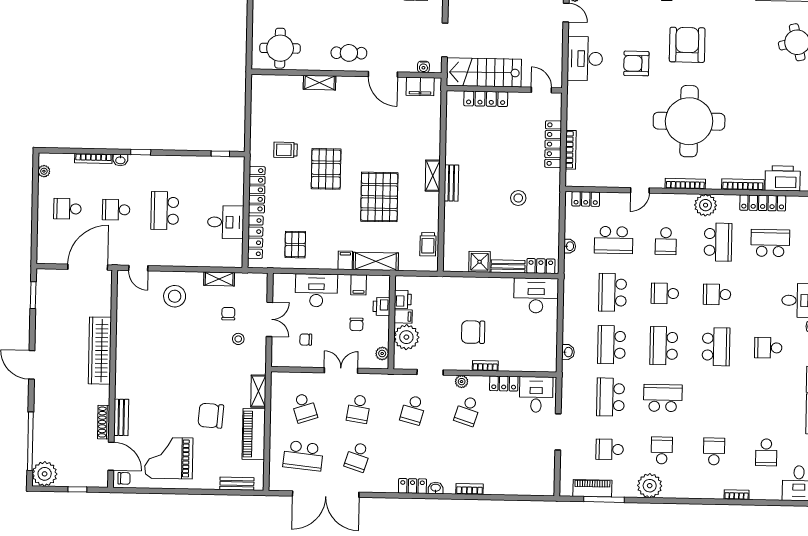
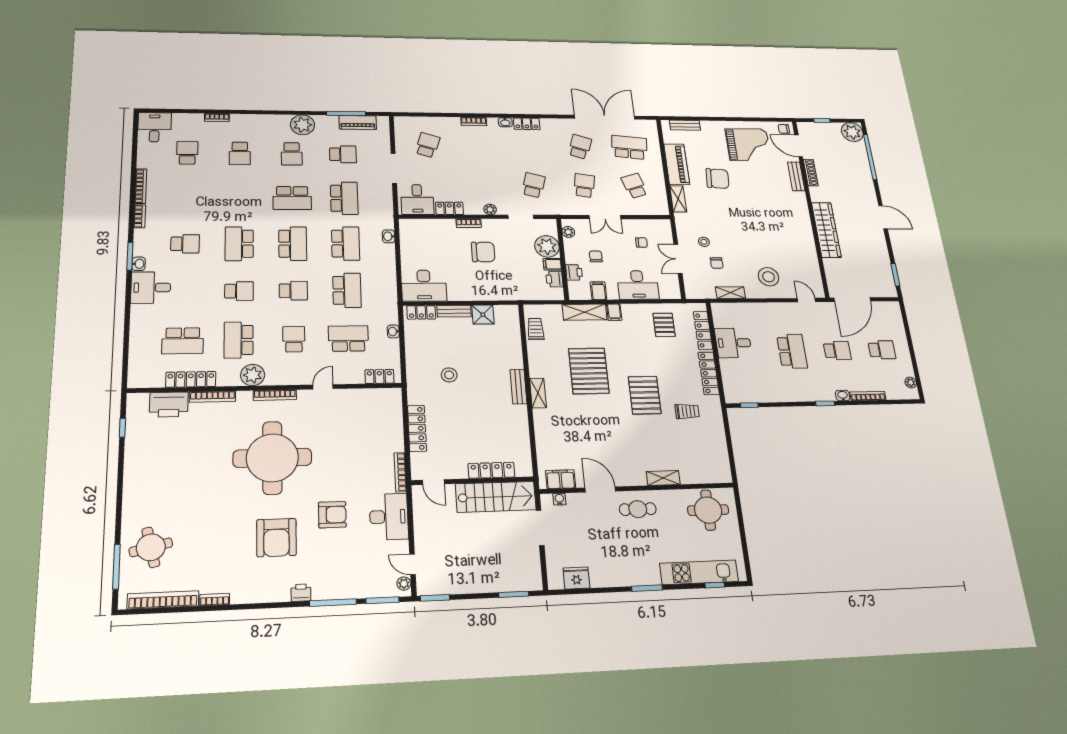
bookcase: (571, 150) -> (400, 472), moved
school desk: (467, 411) -> (428, 145), moved

